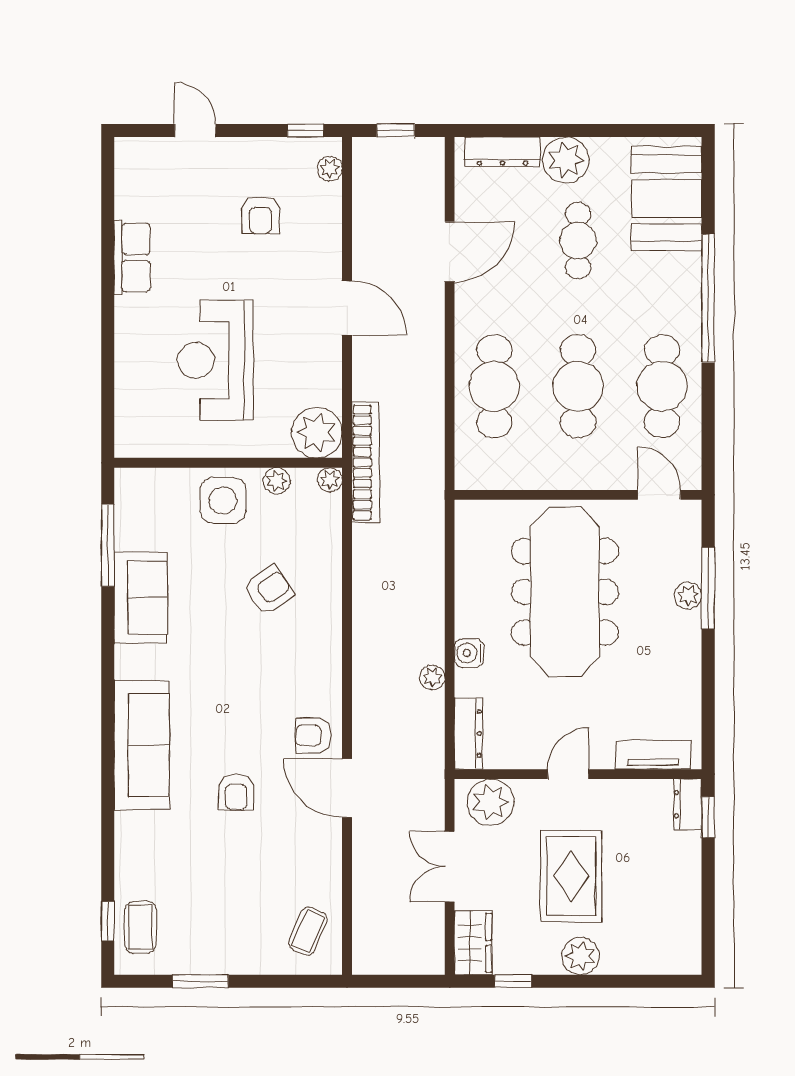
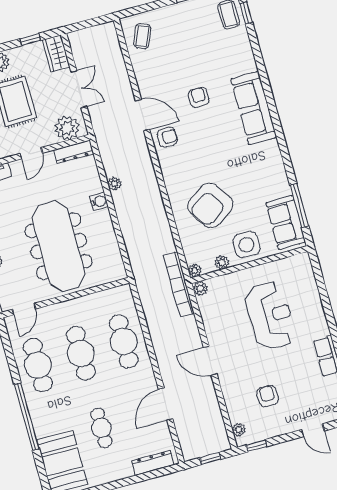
plant: (566, 160) -> (119, 467), removed
plant: (317, 433) -> (200, 288), width x0.53, depth x0.53
door: (659, 495) -> (24, 309), hinge flipped
armchair: (269, 590) -> (210, 205), width x1.88, depth x1.88
sofa: (141, 598) -> (286, 223), moved
dresser: (468, 734) -> (74, 152), moved, turned -90

